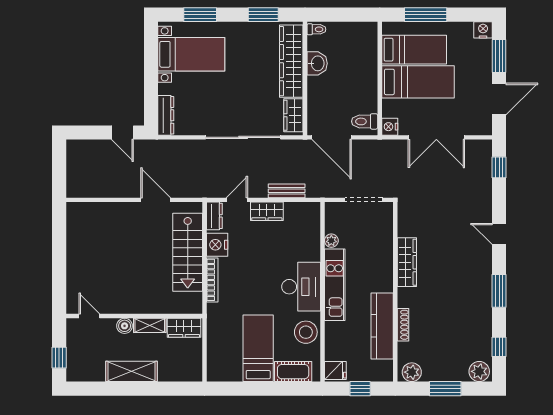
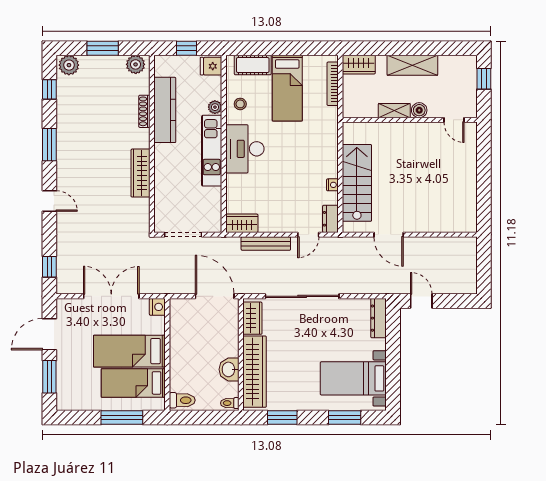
nightstand: (483, 30) -> (65, 403), removed
toilet: (365, 121) -> (182, 400), moved
bench: (287, 191) -> (266, 244), width x1.36
wardrobe: (267, 211) -> (242, 223), moved
plant: (331, 241) -> (215, 107), moved
nightstand: (217, 245) -> (332, 185), width x0.53, depth x0.56
bookcase: (212, 280) -> (333, 84), moved
wardrobe: (184, 328) -> (359, 65), moved, turned 180
stool: (306, 332) -> (240, 104), width x0.53, depth x0.53

